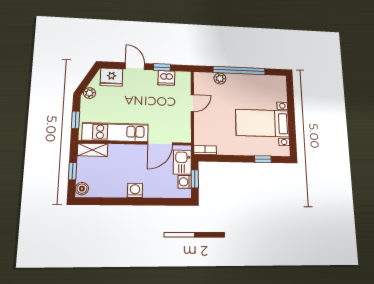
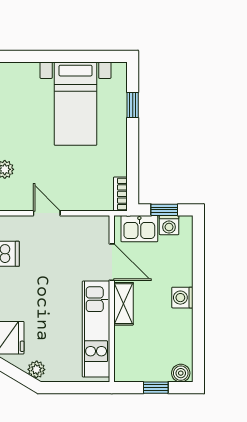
window: (76, 120) -> (79, 388), removed
shelving: (93, 150) -> (124, 304), moved

